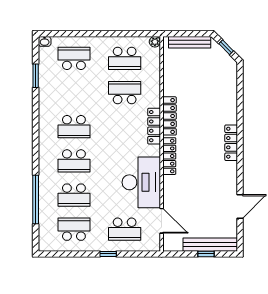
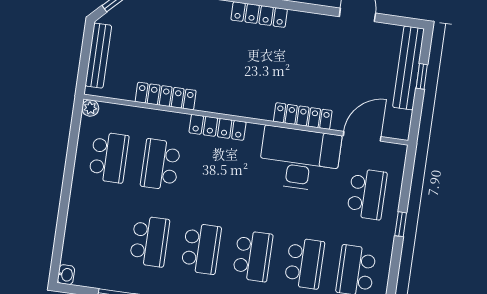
school desk: (74, 58) -> (150, 241), moved, turned 180
locker: (170, 116) -> (166, 96), moved
locker: (169, 156) -> (303, 116), moved

